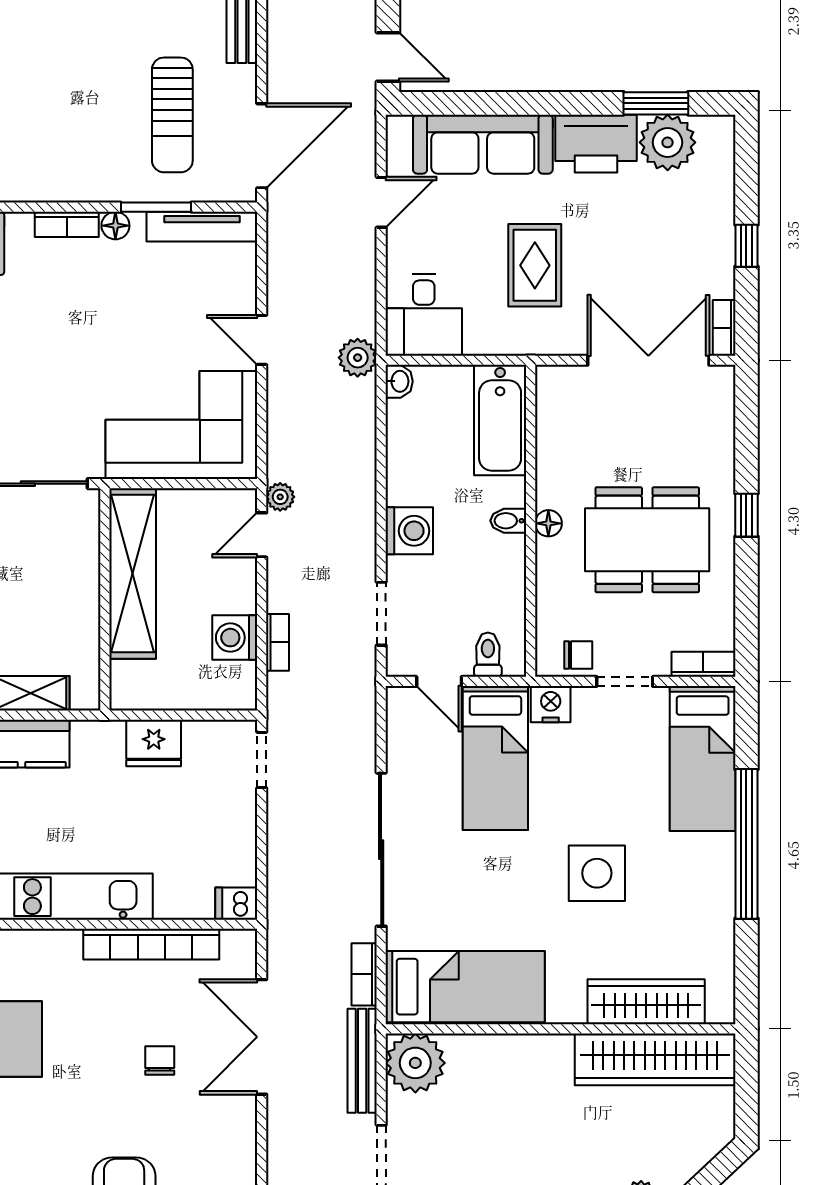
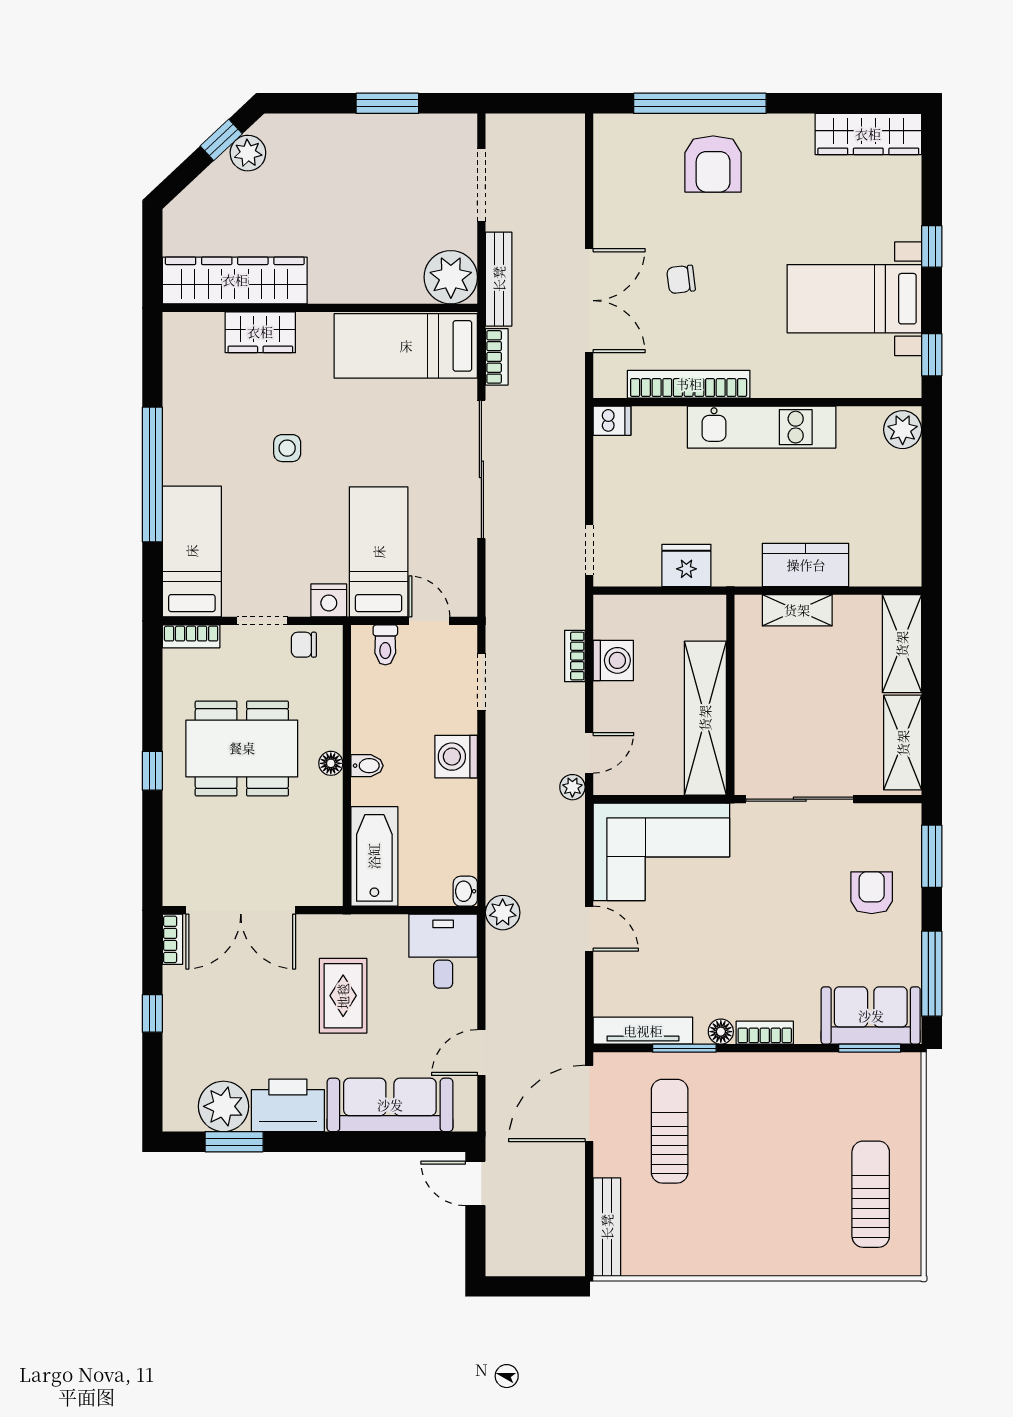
side table: (597, 873) -> (287, 448), width x0.54, depth x0.54
wardrobe: (646, 1002) -> (260, 332), width x0.67
chair: (160, 1061) -> (681, 279), turned 83

